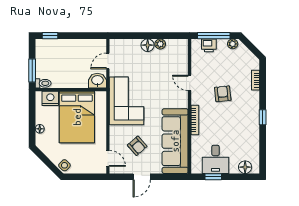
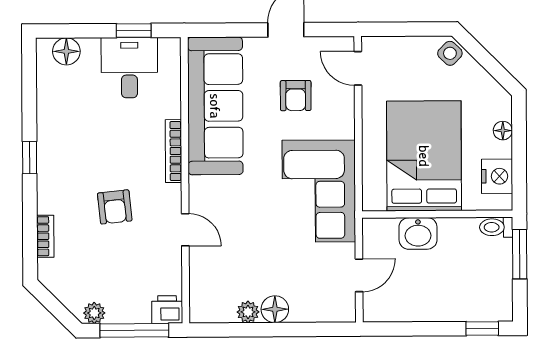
printer: (209, 45) -> (167, 310), moved
washbasin: (97, 81) -> (418, 233), moved
nightstand: (50, 98) -> (497, 176), moved, turned -90
armchair: (137, 146) -> (296, 96), turned -139

